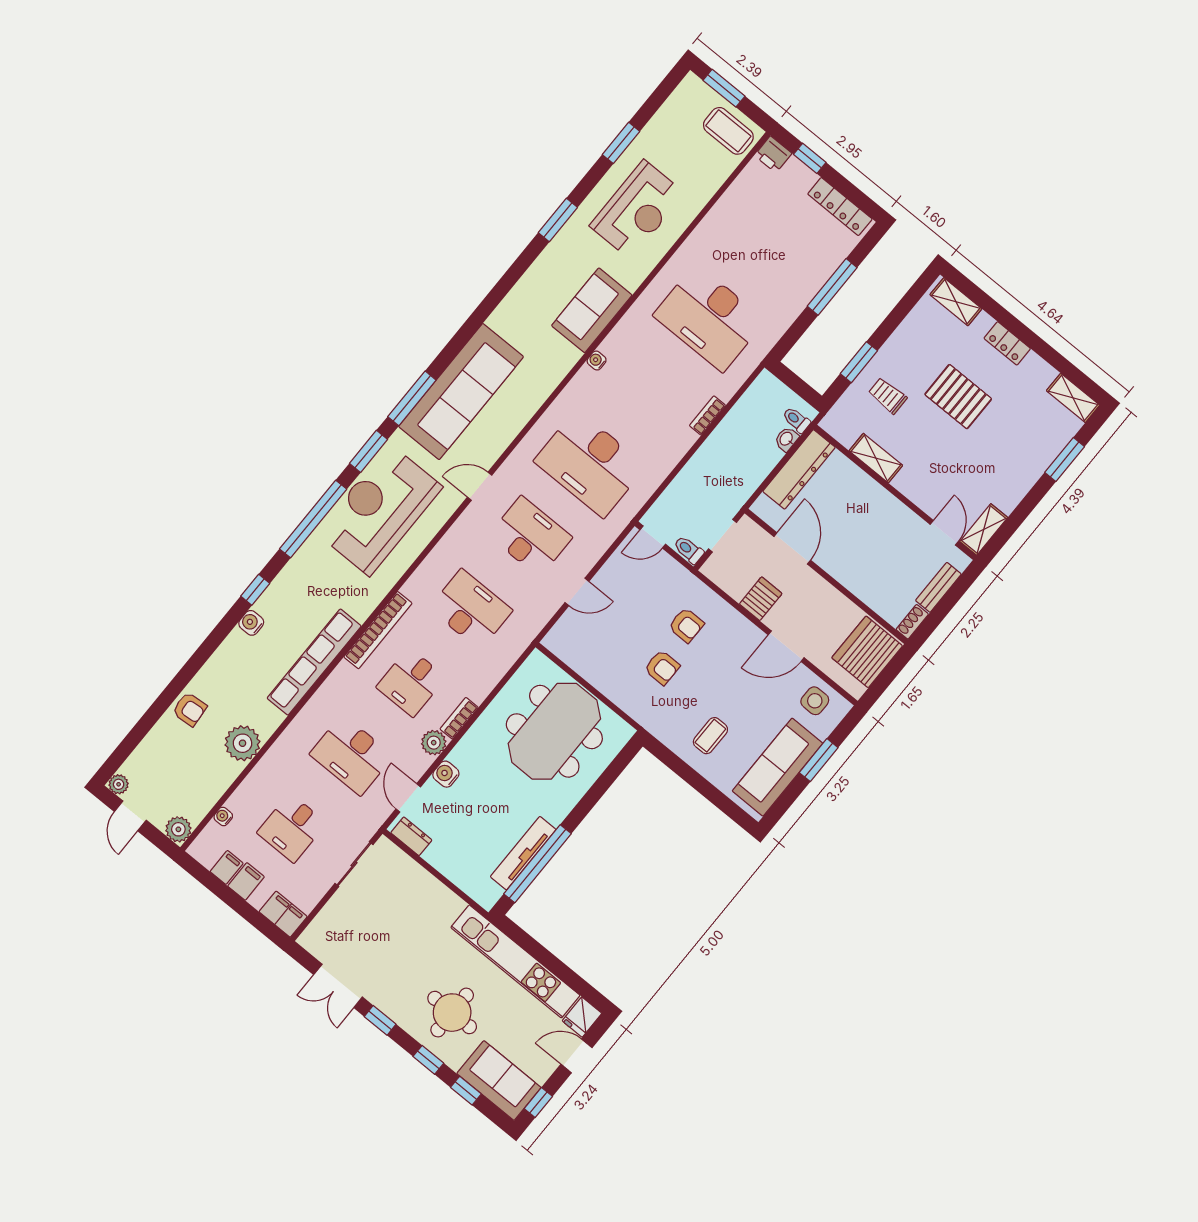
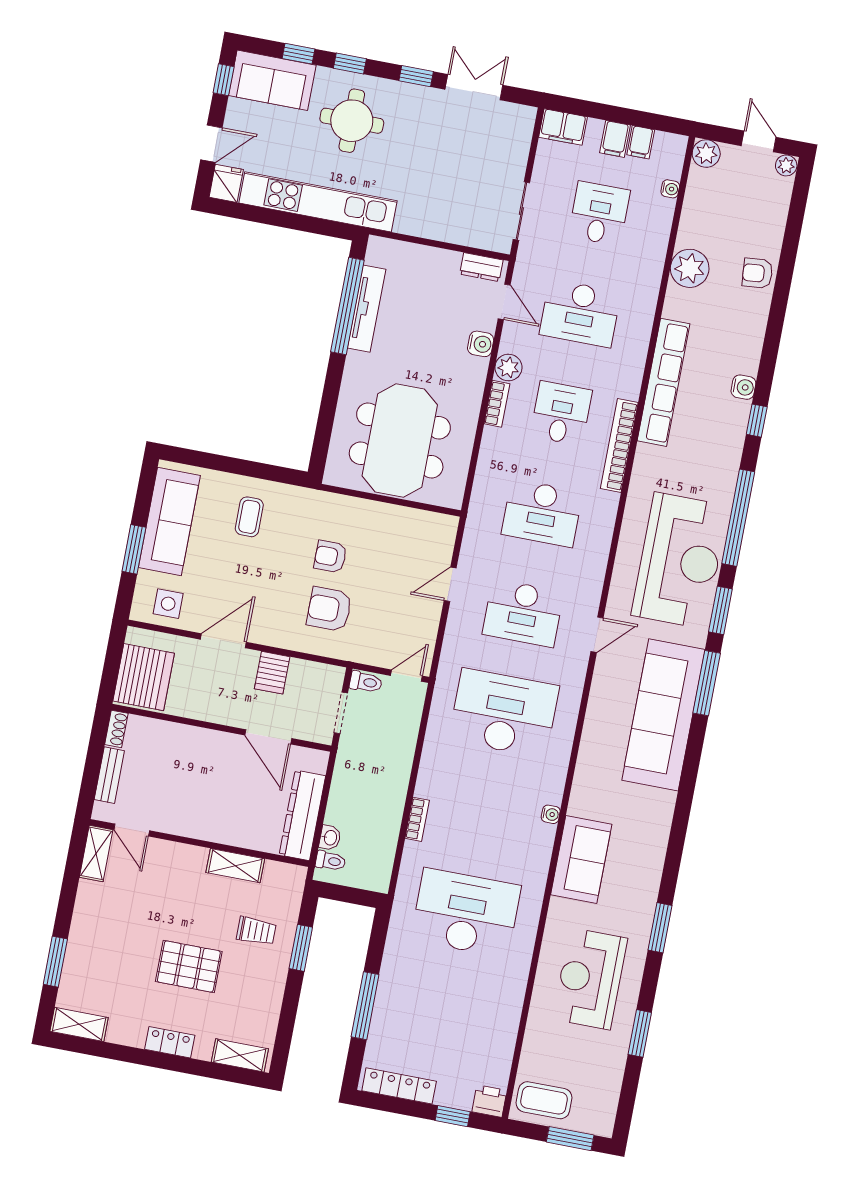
armchair: (686, 625) -> (329, 609), width x1.38, depth x1.38
desk: (351, 755) -> (580, 313), turned 180

